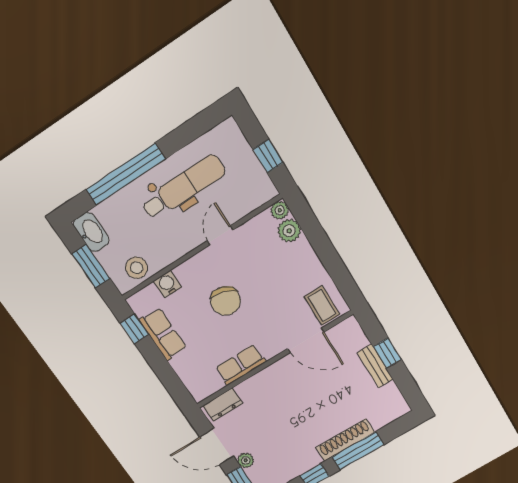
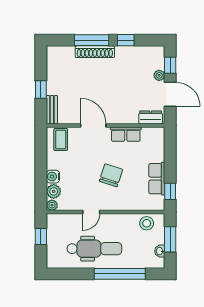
dental chair: (183, 187) -> (94, 249), turned 180
washbasin: (91, 232) -> (160, 251), width x0.52, depth x0.69
water cooler: (167, 284) -> (53, 177), moved, turned 90
door: (306, 340) -> (93, 125), moved
bench: (375, 366) -> (52, 110), moved

